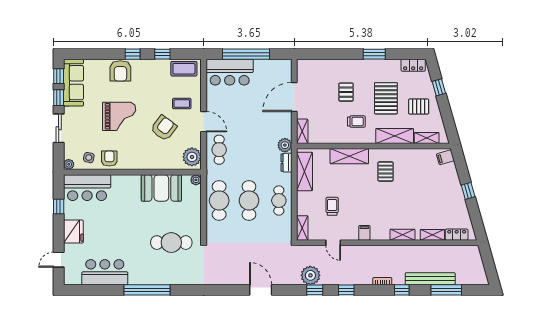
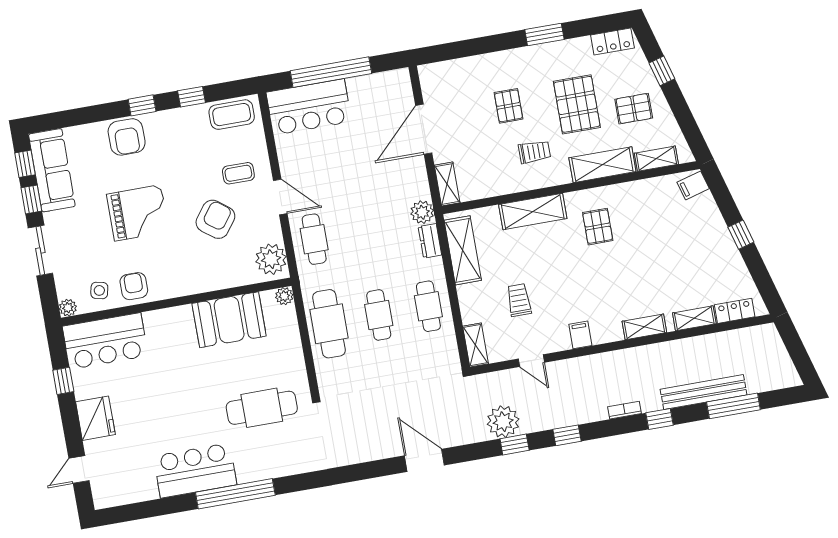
cafe table: (249, 201) -> (379, 315), width x0.73, depth x0.74
bar counter: (105, 272) -> (195, 470), moved

